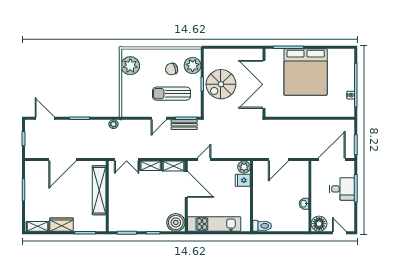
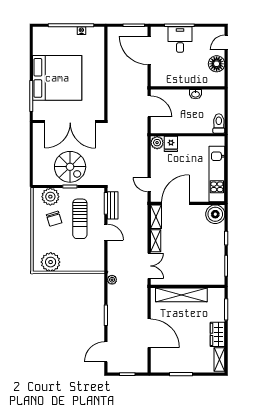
wall: (310, 196) -> (188, 88), moved
washbasin: (304, 204) -> (196, 94), moved

